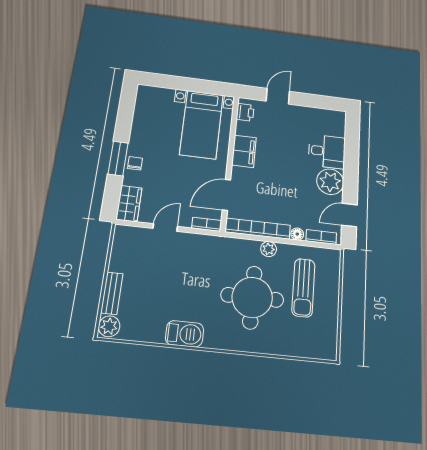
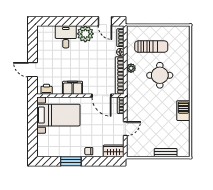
window: (118, 158) -> (71, 161), moved
door: (165, 227) -> (125, 129), swing flipped
round table: (252, 297) -> (160, 75), width x0.73, depth x0.73
plant: (109, 326) -> (183, 151), removed

